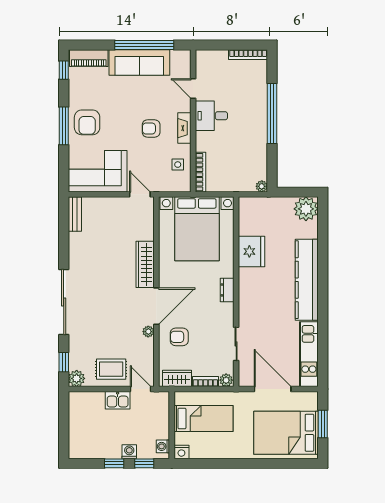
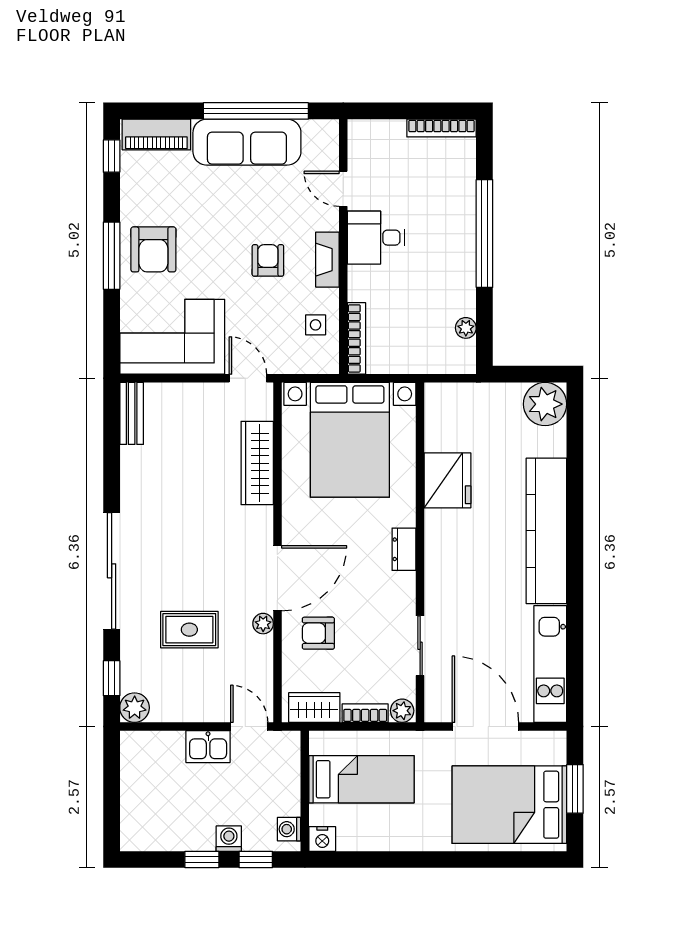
armchair: (151, 129) -> (268, 260), turned 90
plant: (262, 186) -> (466, 328), moved
wardrobe: (145, 264) -> (257, 463), moved
rug: (111, 369) -> (189, 630), moved

